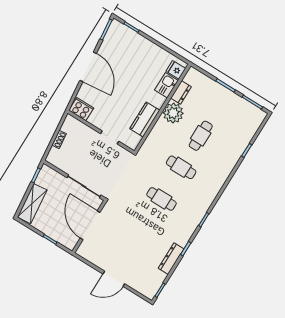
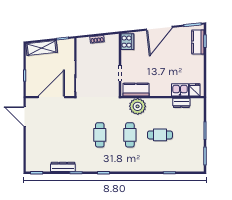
kitchen counter: (128, 35) -> (198, 42), added
plant: (173, 113) -> (138, 106), moved
kitchen counter: (145, 120) -> (136, 90), moved
door: (114, 279) -> (25, 116), moved

